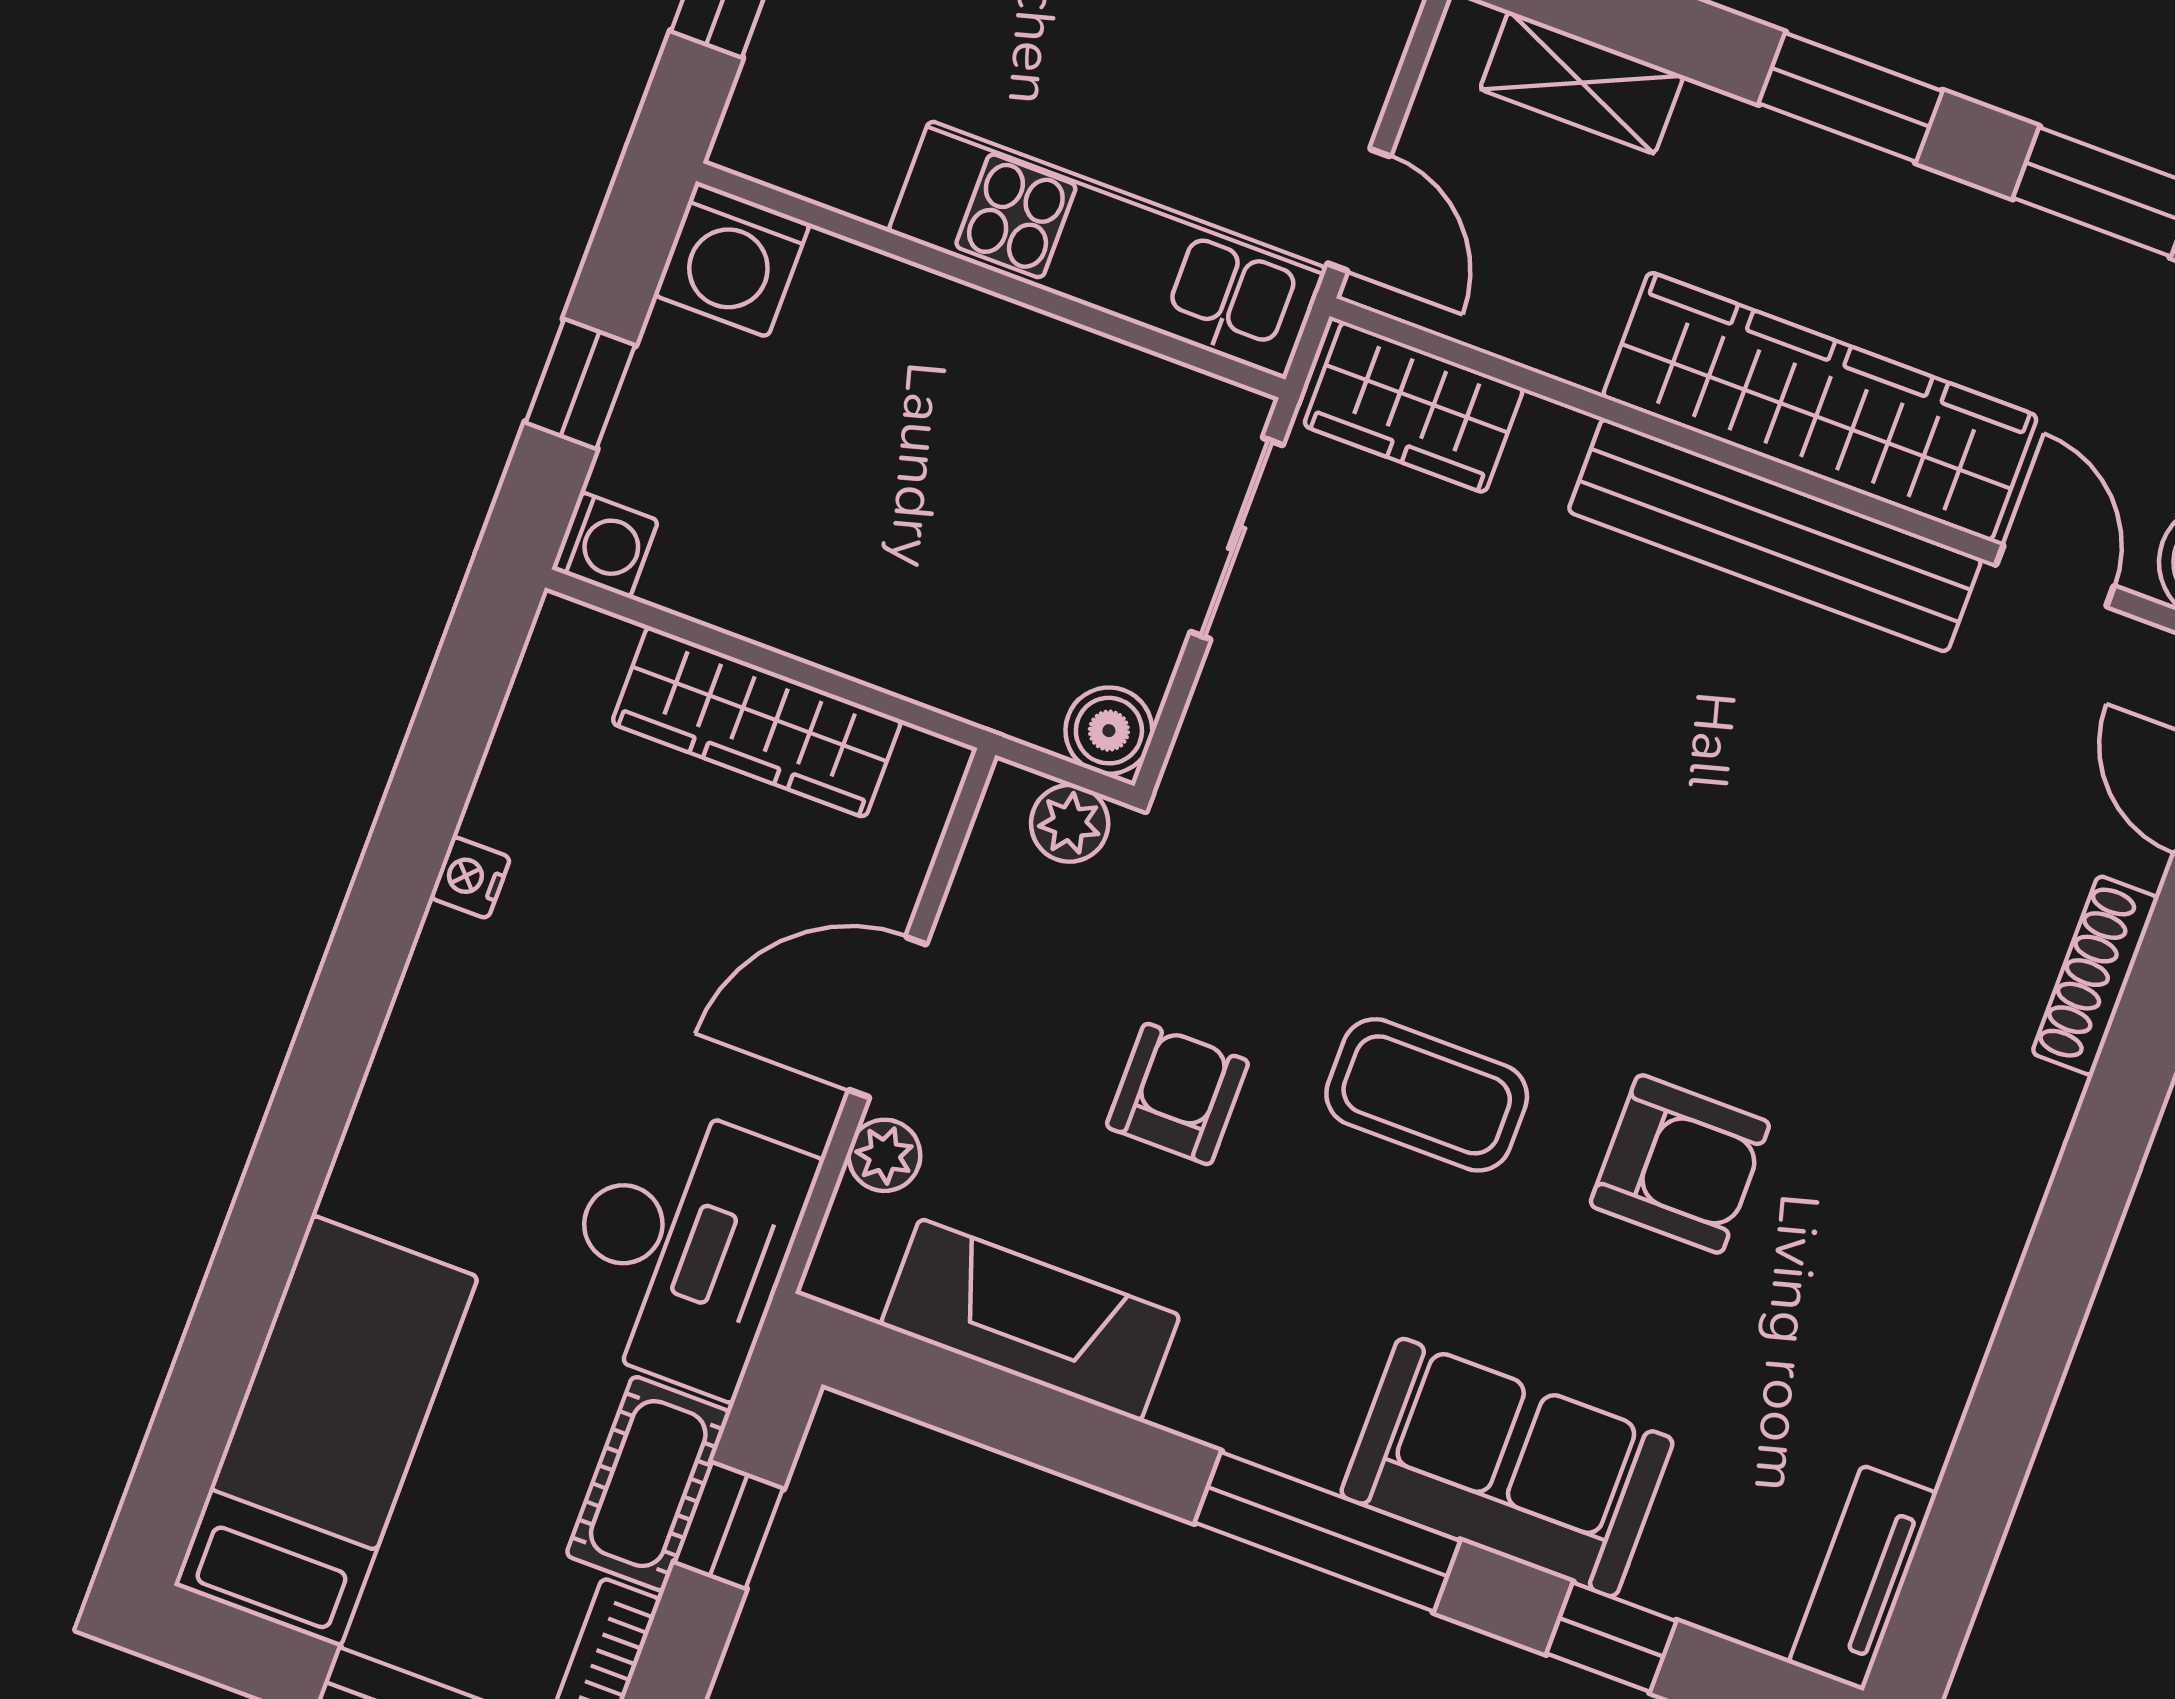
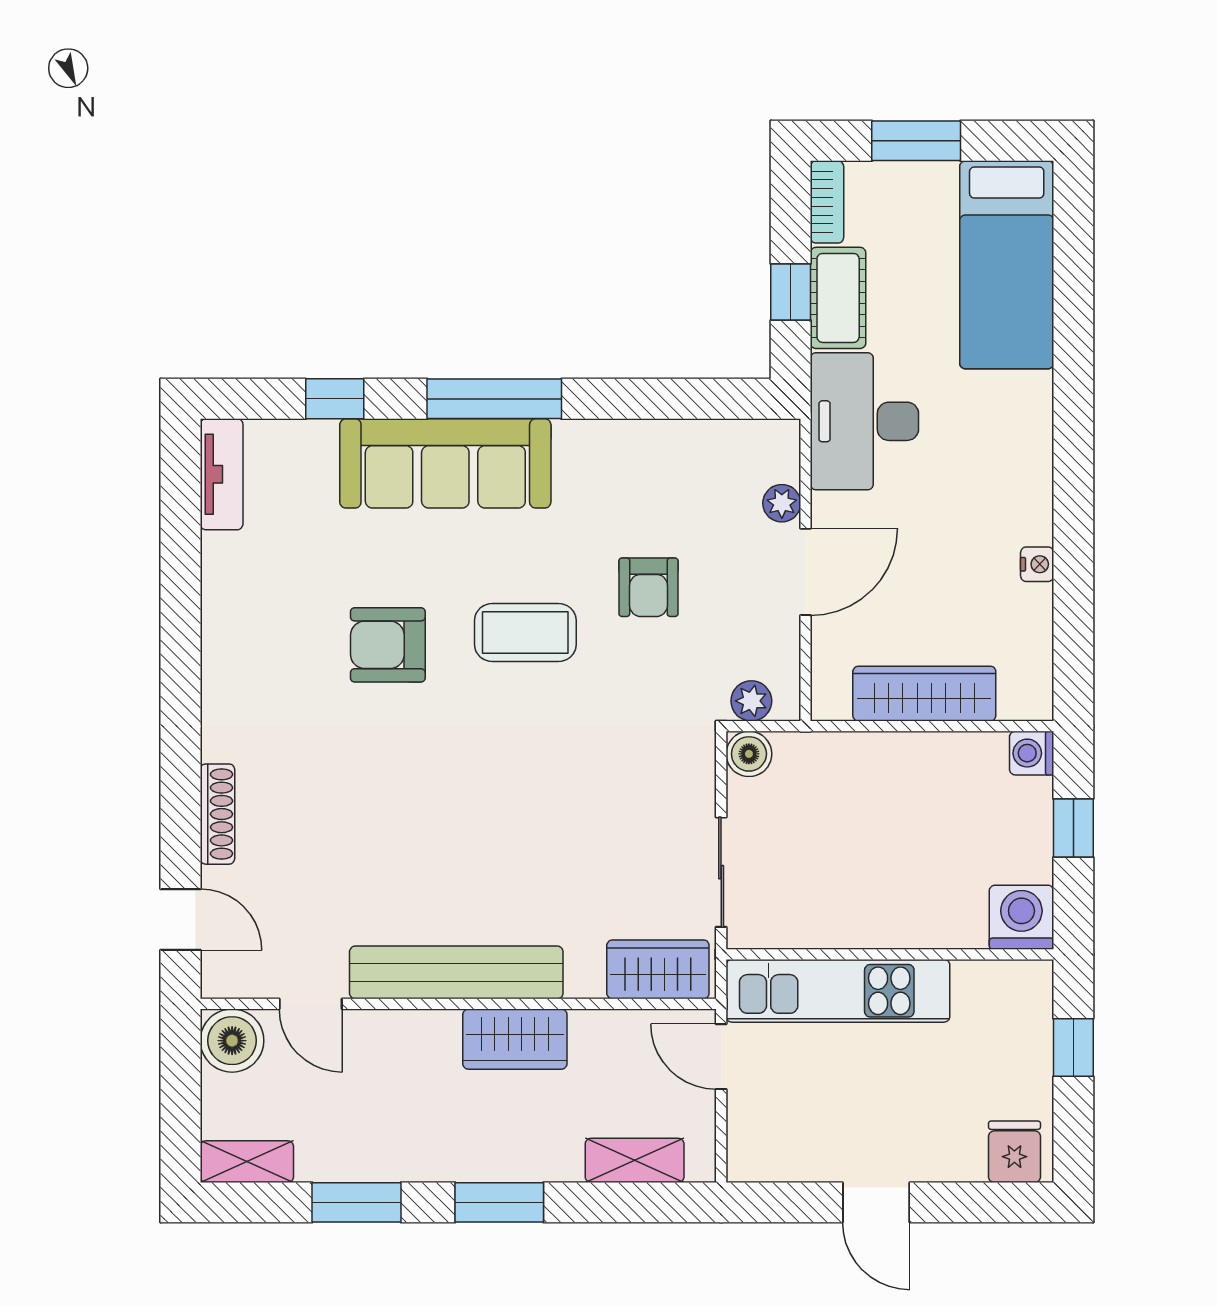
wardrobe: (1820, 406) -> (515, 1039), width x0.48, depth x0.85
fireplace: (1030, 1320) -> (680, 449), removed
sofa: (1507, 1467) -> (445, 463), width x1.36

